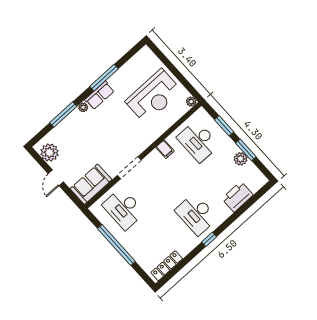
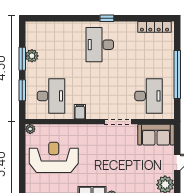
printer: (237, 197) -> (59, 30), removed
desk: (196, 214) -> (100, 45), turned 180

